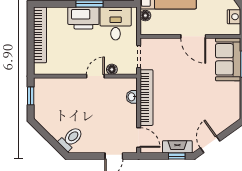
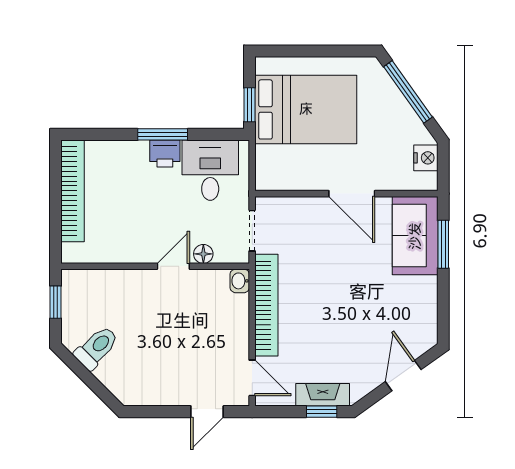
floor lamp: (145, 16) -> (265, 156), removed
printer: (83, 18) -> (165, 153), width x0.53, depth x0.68
washbasin: (132, 97) -> (240, 281), moved
toilet: (71, 139) -> (96, 348), moved
door: (210, 144) -> (403, 376), moved

